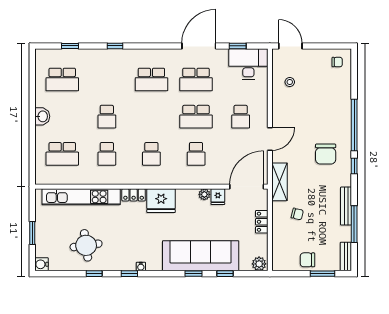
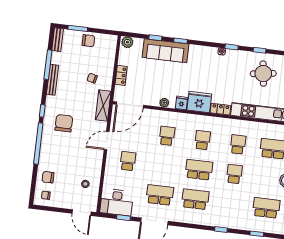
chair: (337, 85) -> (48, 177), added
school desk: (196, 117) -> (199, 170), moved
fridge: (218, 197) -> (182, 103), moved
sofa: (201, 256) -> (165, 51), width x0.74, depth x0.79

